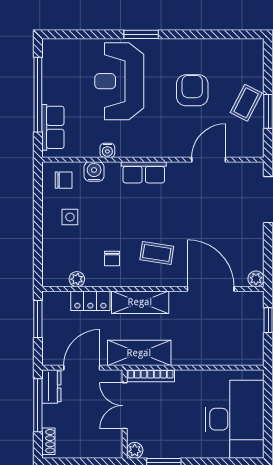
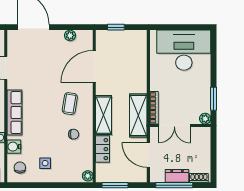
row of seats: (144, 172) -> (14, 112), width x1.48
plant: (77, 279) -> (88, 176), moved
plant: (256, 279) -> (70, 35), moved
dresser: (51, 386) -> (177, 176), moved

